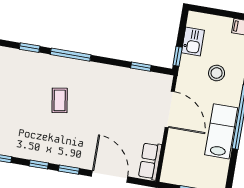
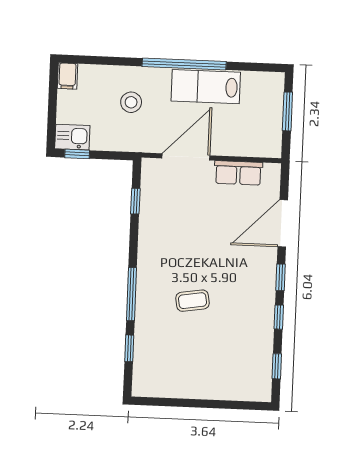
kitchen sink: (193, 42) -> (72, 137), moved
window: (178, 56) -> (77, 154), moved
row of seats: (150, 161) -> (238, 173), moved

